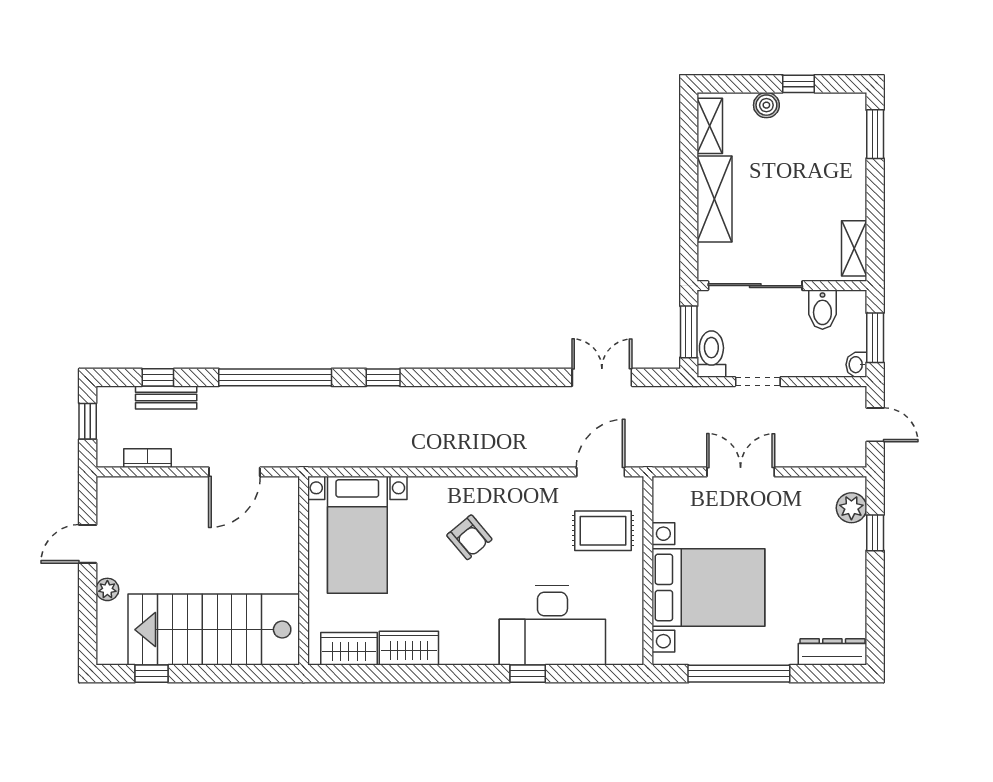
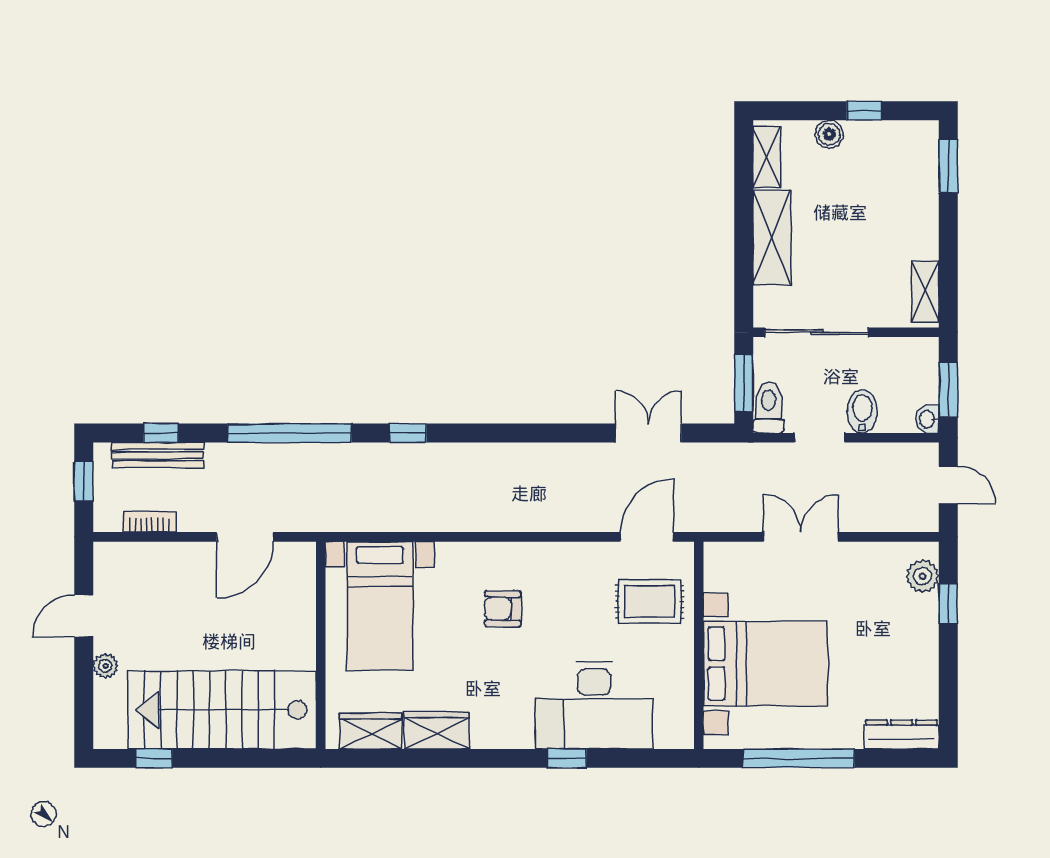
bidet: (822, 310) -> (862, 411), moved, turned 180
bench: (166, 397) -> (158, 455), width x1.36
armchair: (469, 537) -> (503, 609), turned 130

